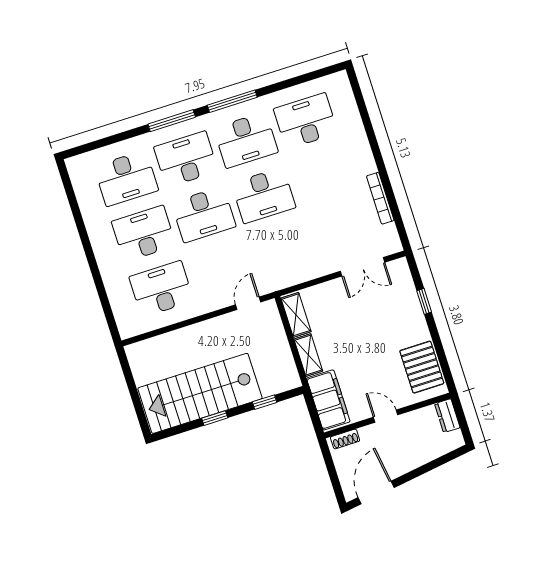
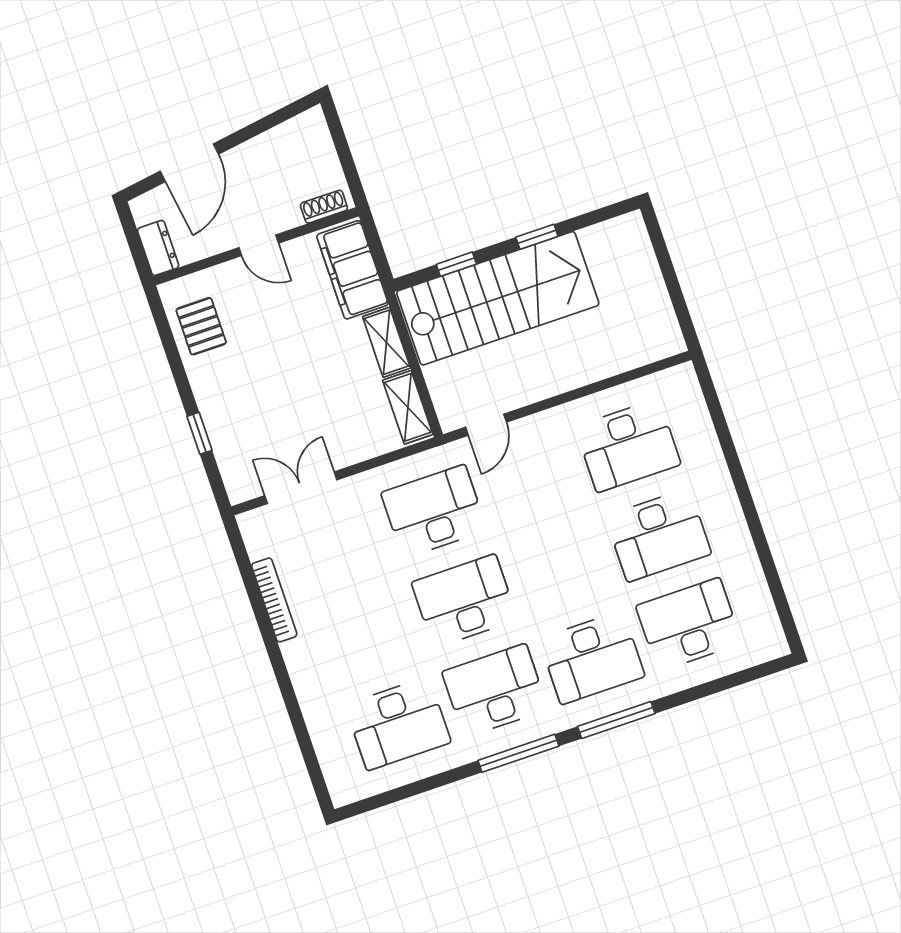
desk: (204, 214) -> (434, 512), moved
pallet: (422, 367) -> (201, 326), width x0.67, depth x0.71
stairs: (200, 393) -> (498, 298), moved
door: (376, 492) -> (189, 163), moved

